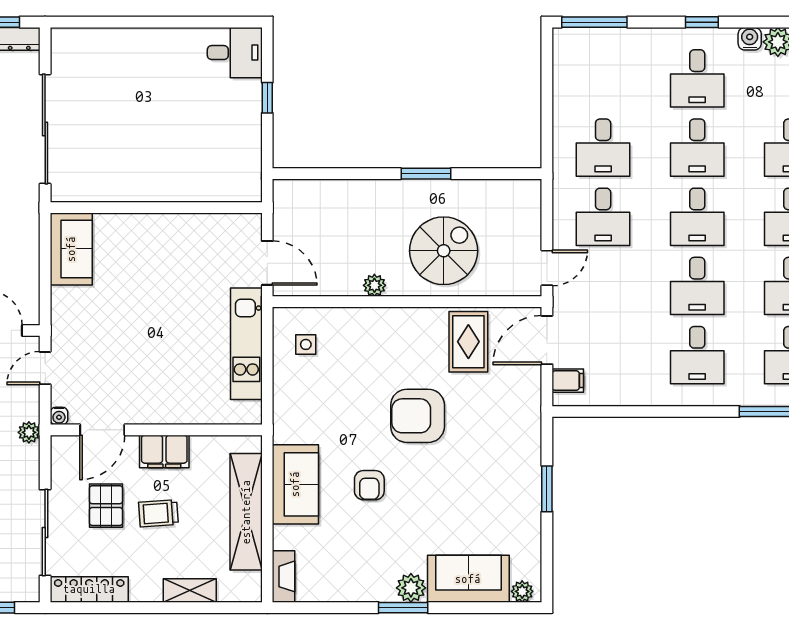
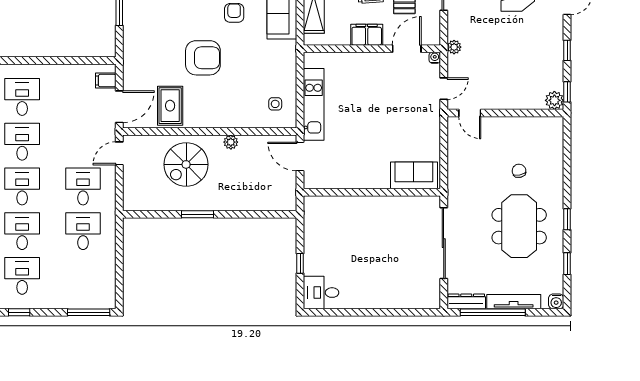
sofa: (71, 249) -> (414, 175), moved, turned 90

